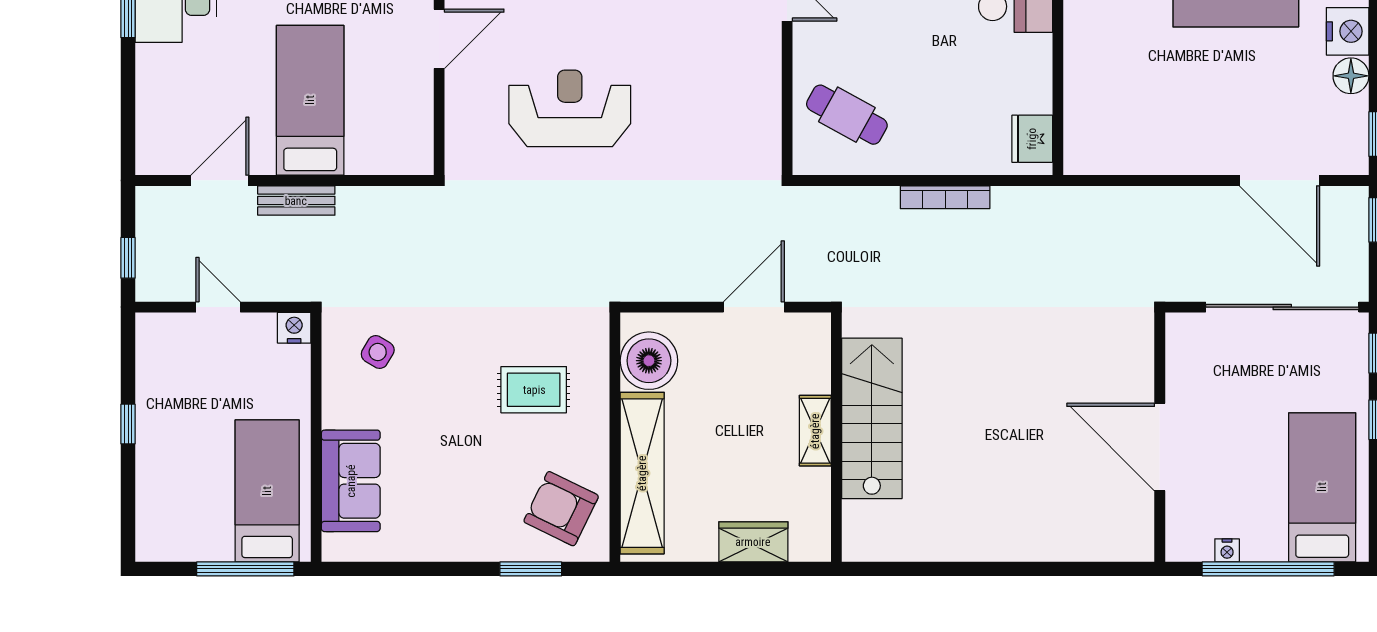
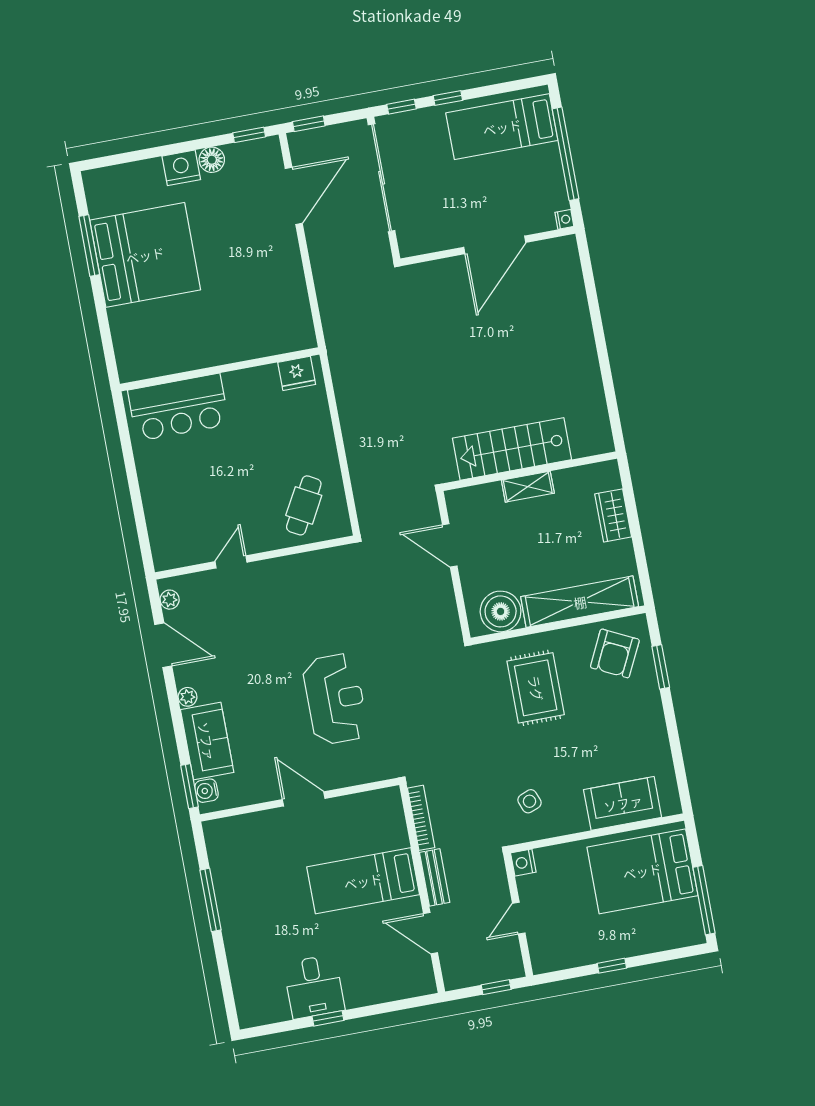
reception desk: (570, 108) -> (335, 699), turned 180
bookcase: (945, 197) -> (421, 818), moved
side table: (378, 352) -> (529, 801), turned 38
rug: (534, 390) -> (536, 688), width x1.36, depth x1.43
bed: (267, 491) -> (642, 871), width x1.50
nightstand: (1227, 550) -> (564, 219), moved
window: (245, 569) -> (704, 900), moved

